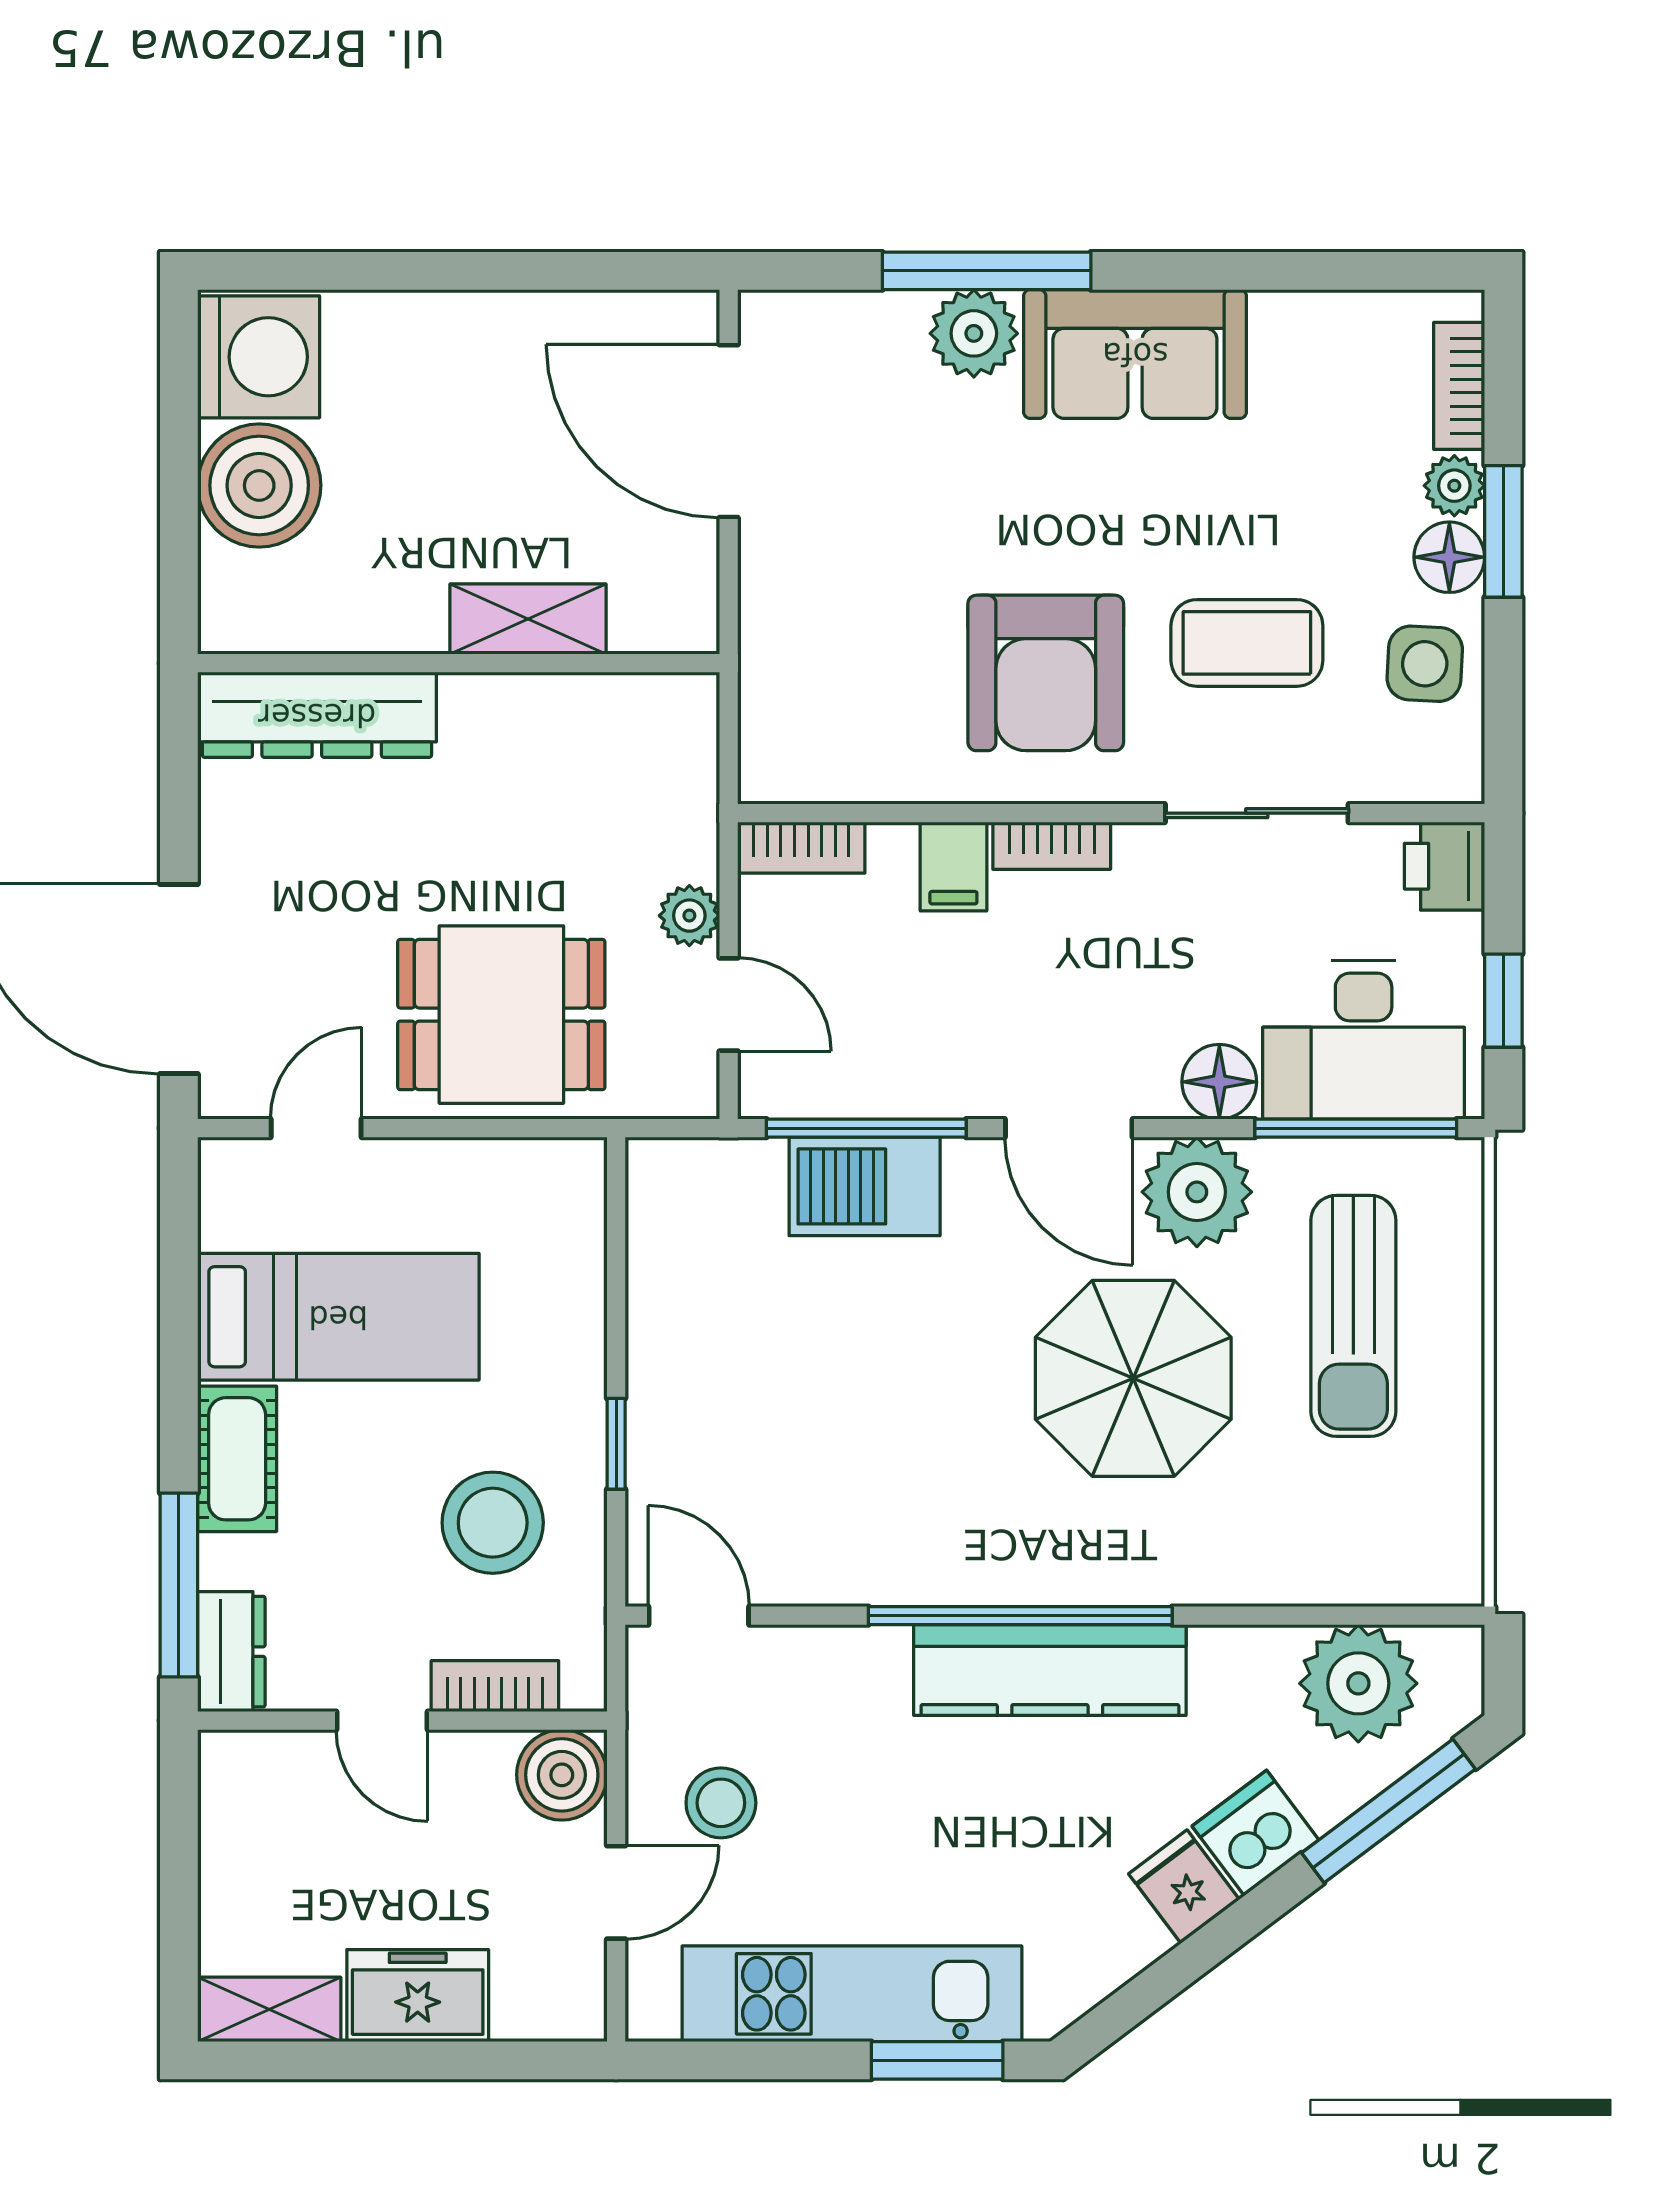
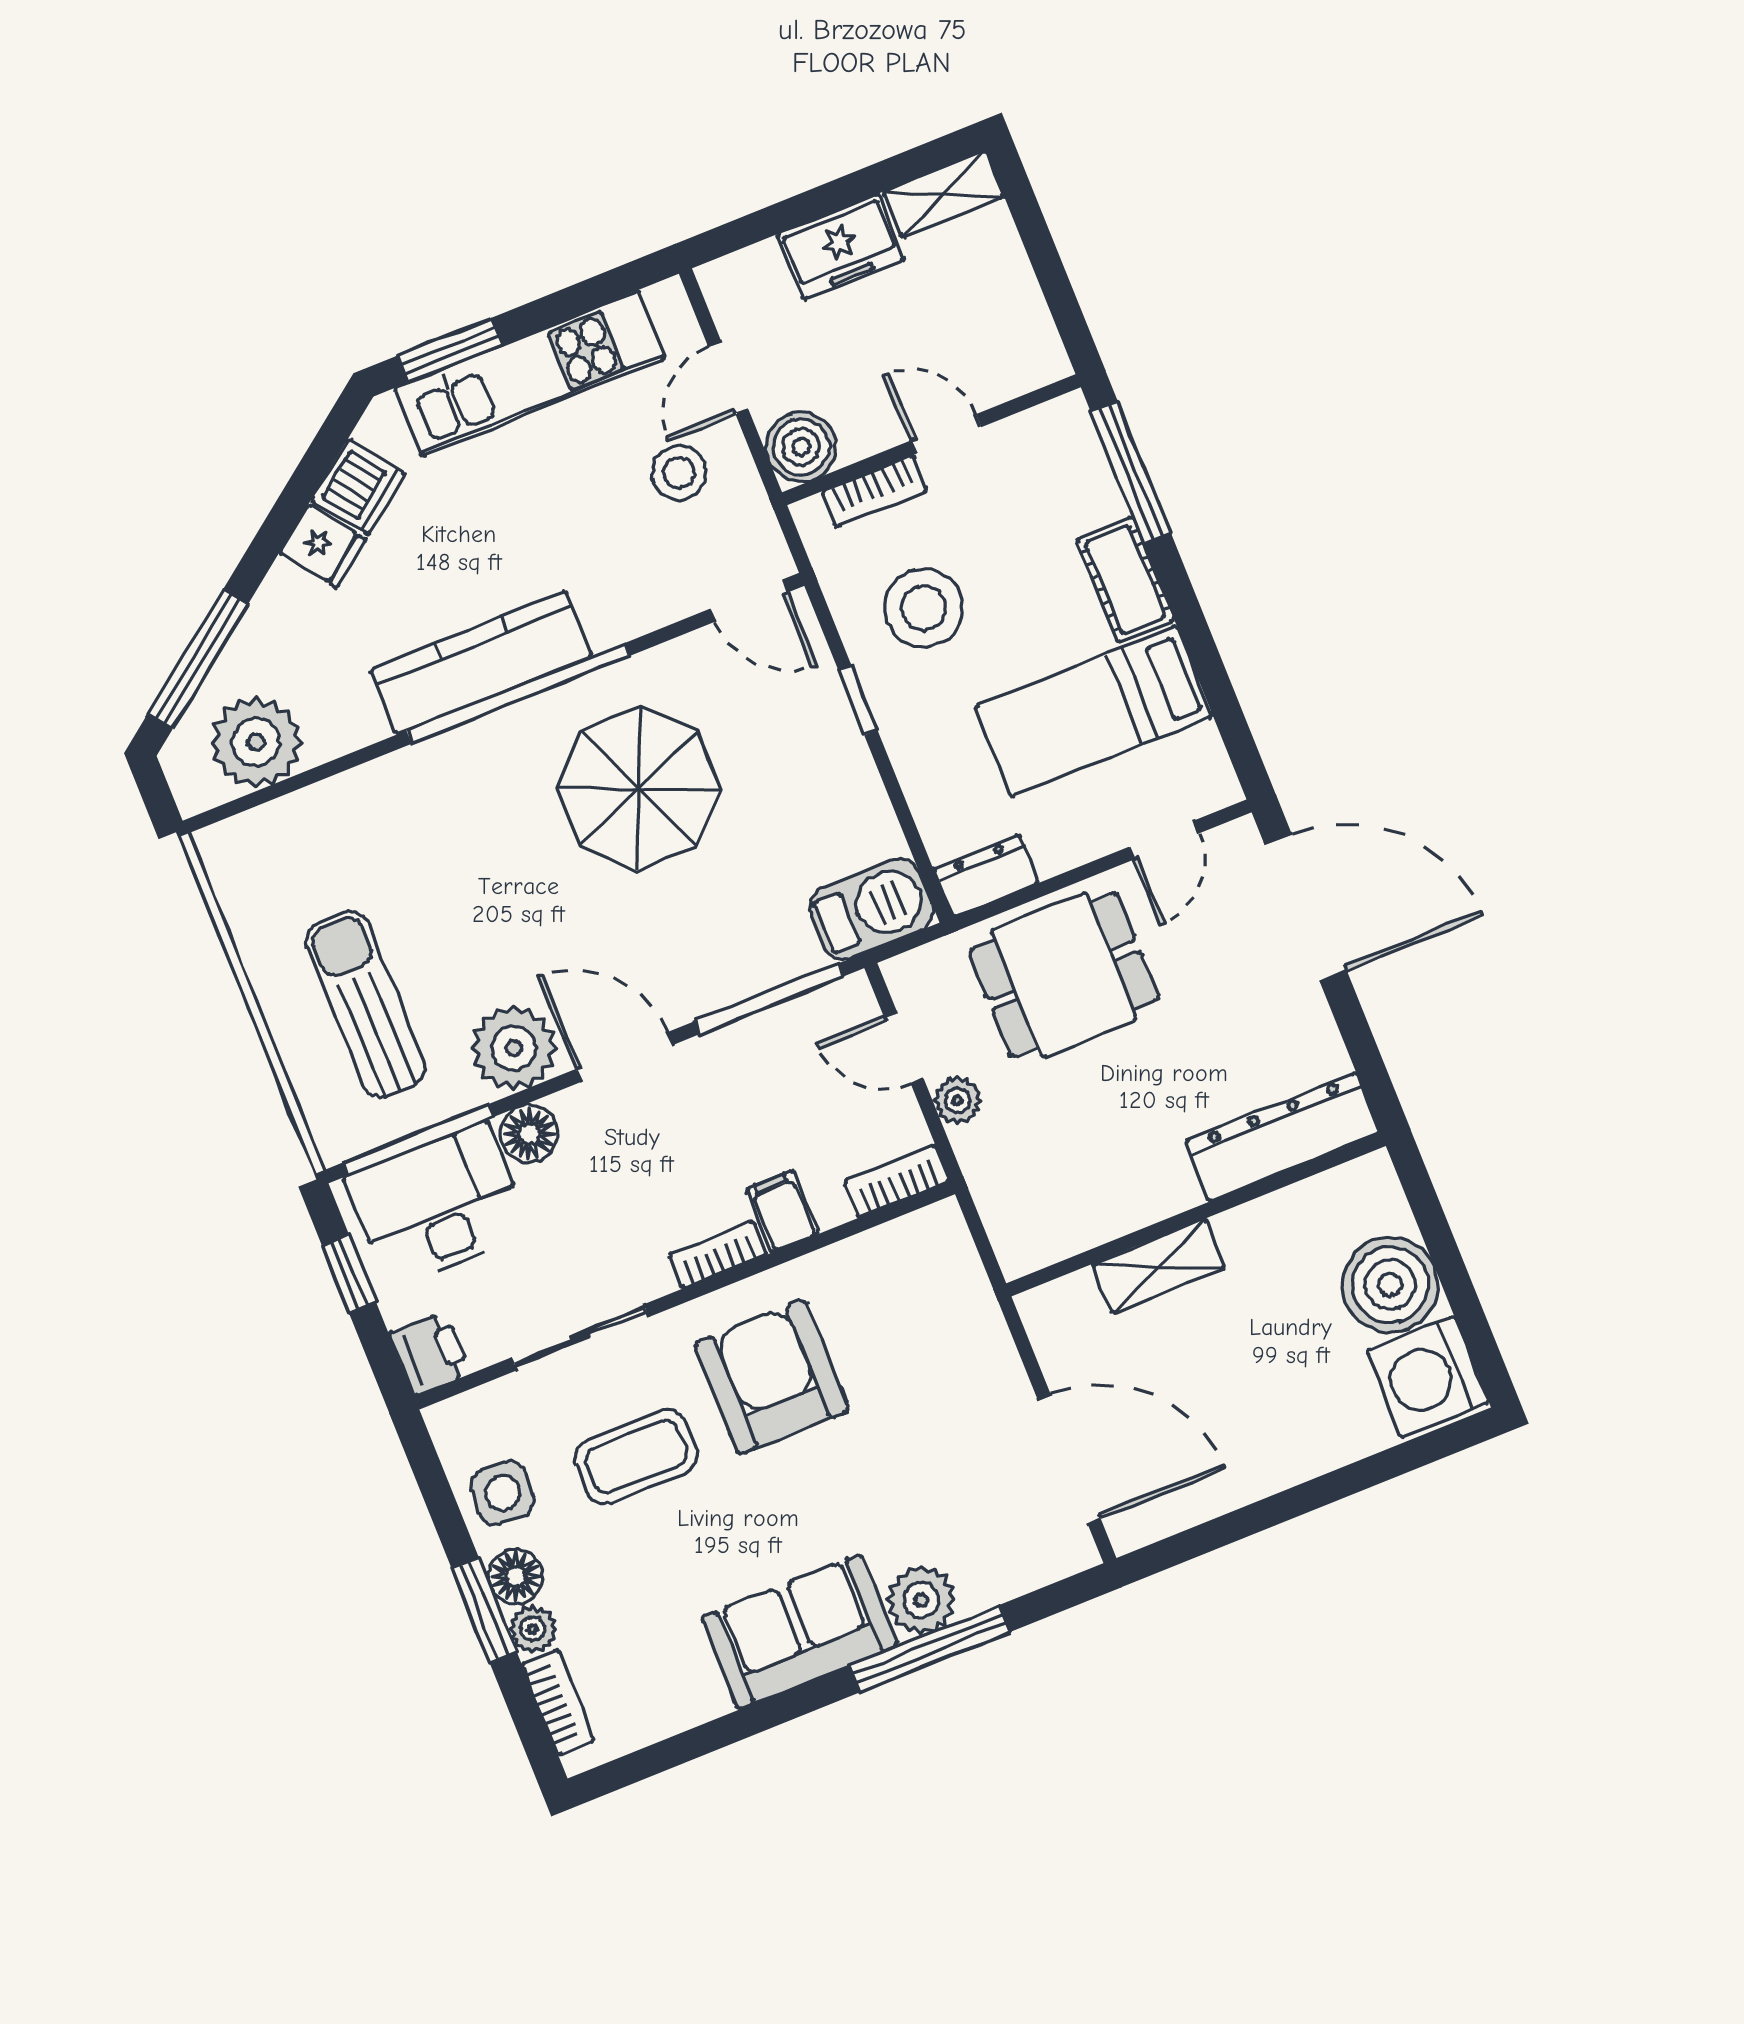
barbecue: (865, 1186) -> (871, 909), moved
parasol: (1133, 1378) -> (639, 789), moved
dresser: (231, 1652) -> (986, 876), moved, turned 90
dishwasher: (1255, 1833) -> (358, 487), moved

